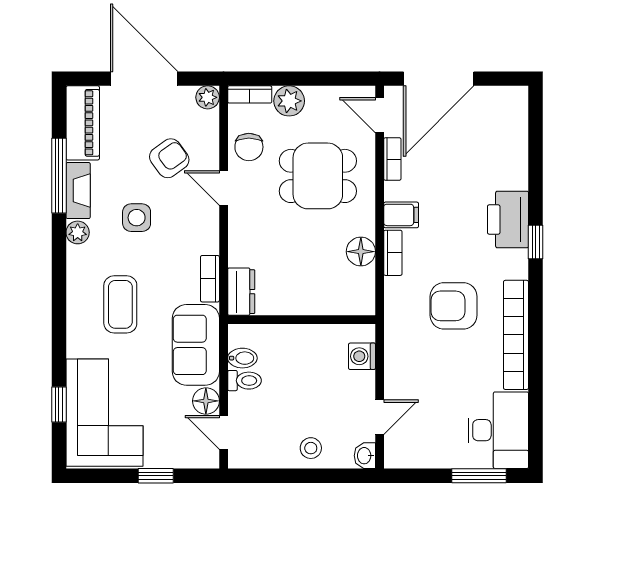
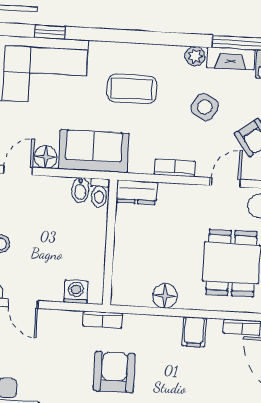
side table: (137, 218) -> (205, 107), turned 30
bookcase: (393, 253) -> (103, 320), moved
bookcase: (210, 279) -> (175, 168), moved
toilet: (244, 381) -> (99, 193), moved

